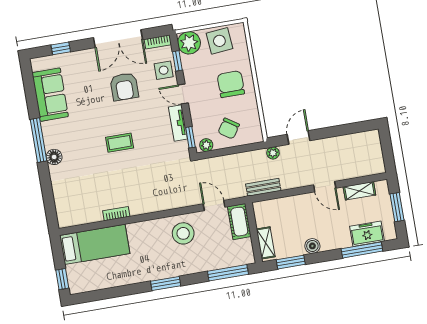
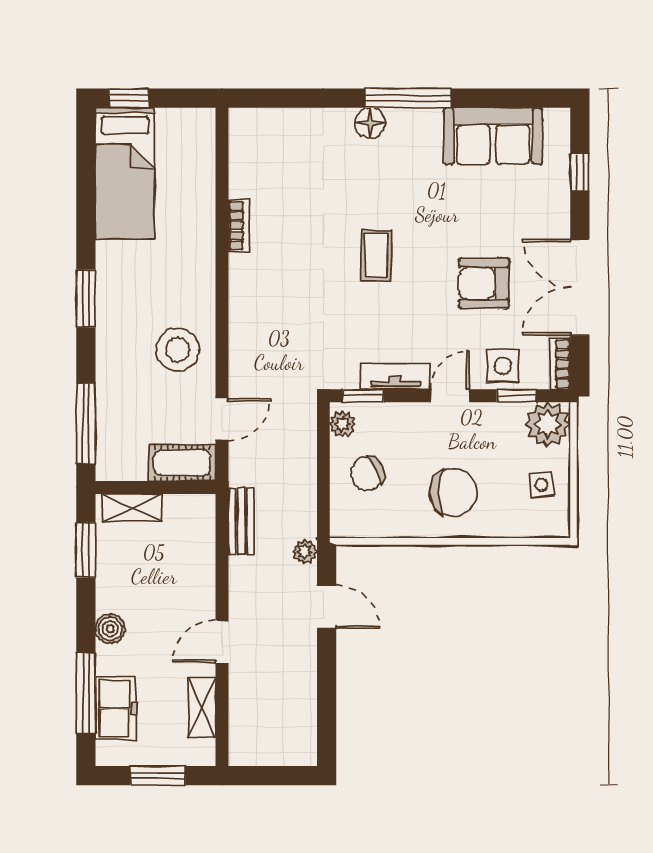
side table: (219, 41) -> (542, 485), width x0.54, depth x0.54
chair: (229, 129) -> (367, 473), turned -60
bed: (95, 244) -> (125, 173), moved
boiler: (312, 246) -> (110, 629), moved

